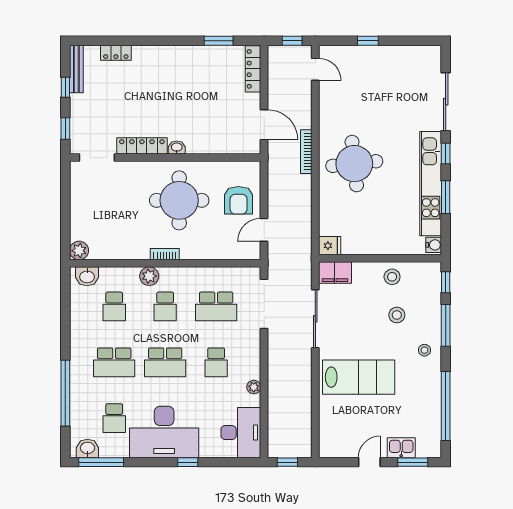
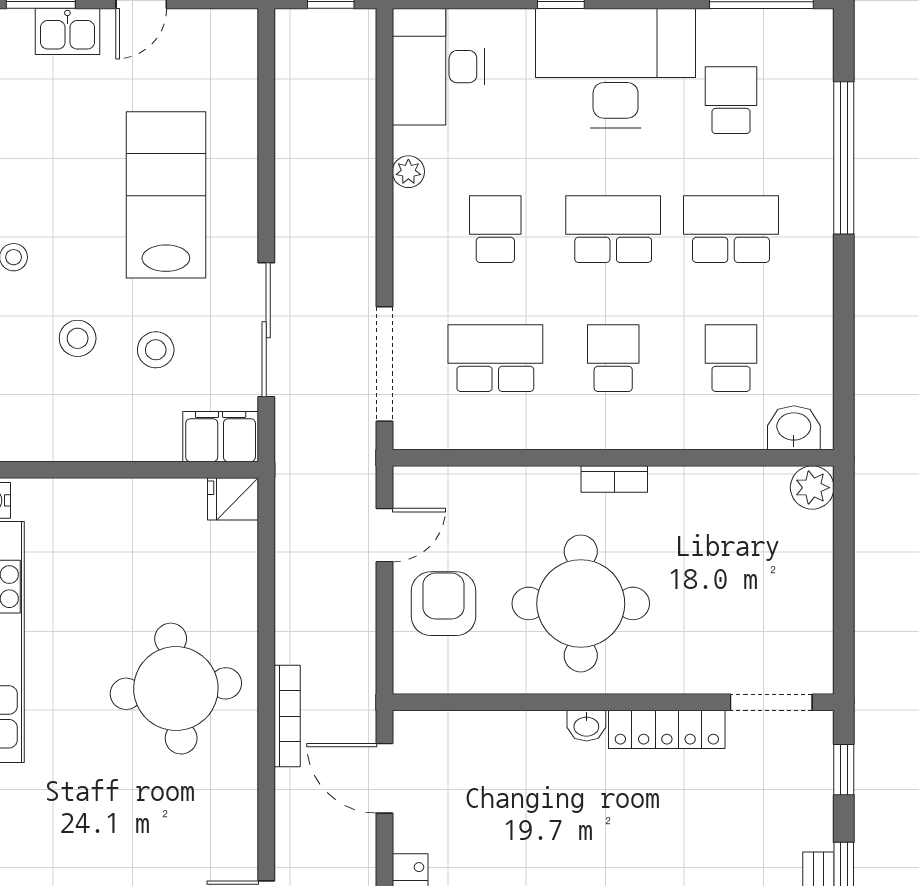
plant: (149, 276) -> (650, 428), removed
stool: (392, 277) -> (156, 350), moved
lab bench: (359, 377) -> (166, 195), turned 90
washbasin: (87, 448) -> (793, 30), removed

